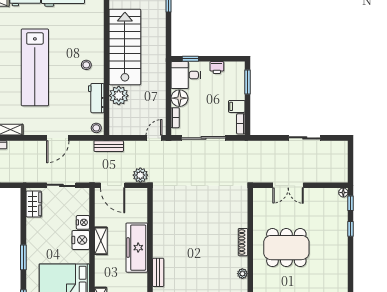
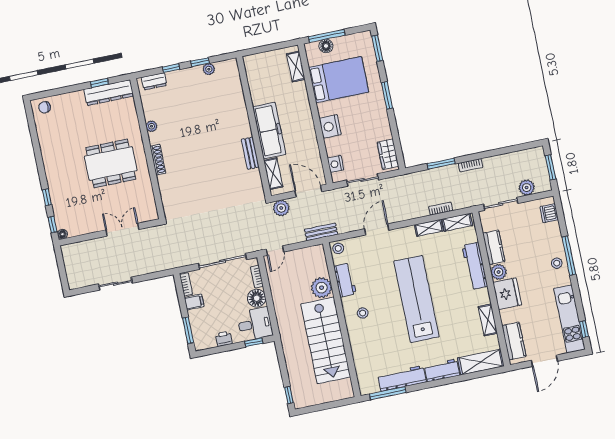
nightstand: (83, 222) -> (335, 164), moved
shelving: (101, 241) -> (273, 174), moved
bench: (158, 272) -> (250, 153), moved

